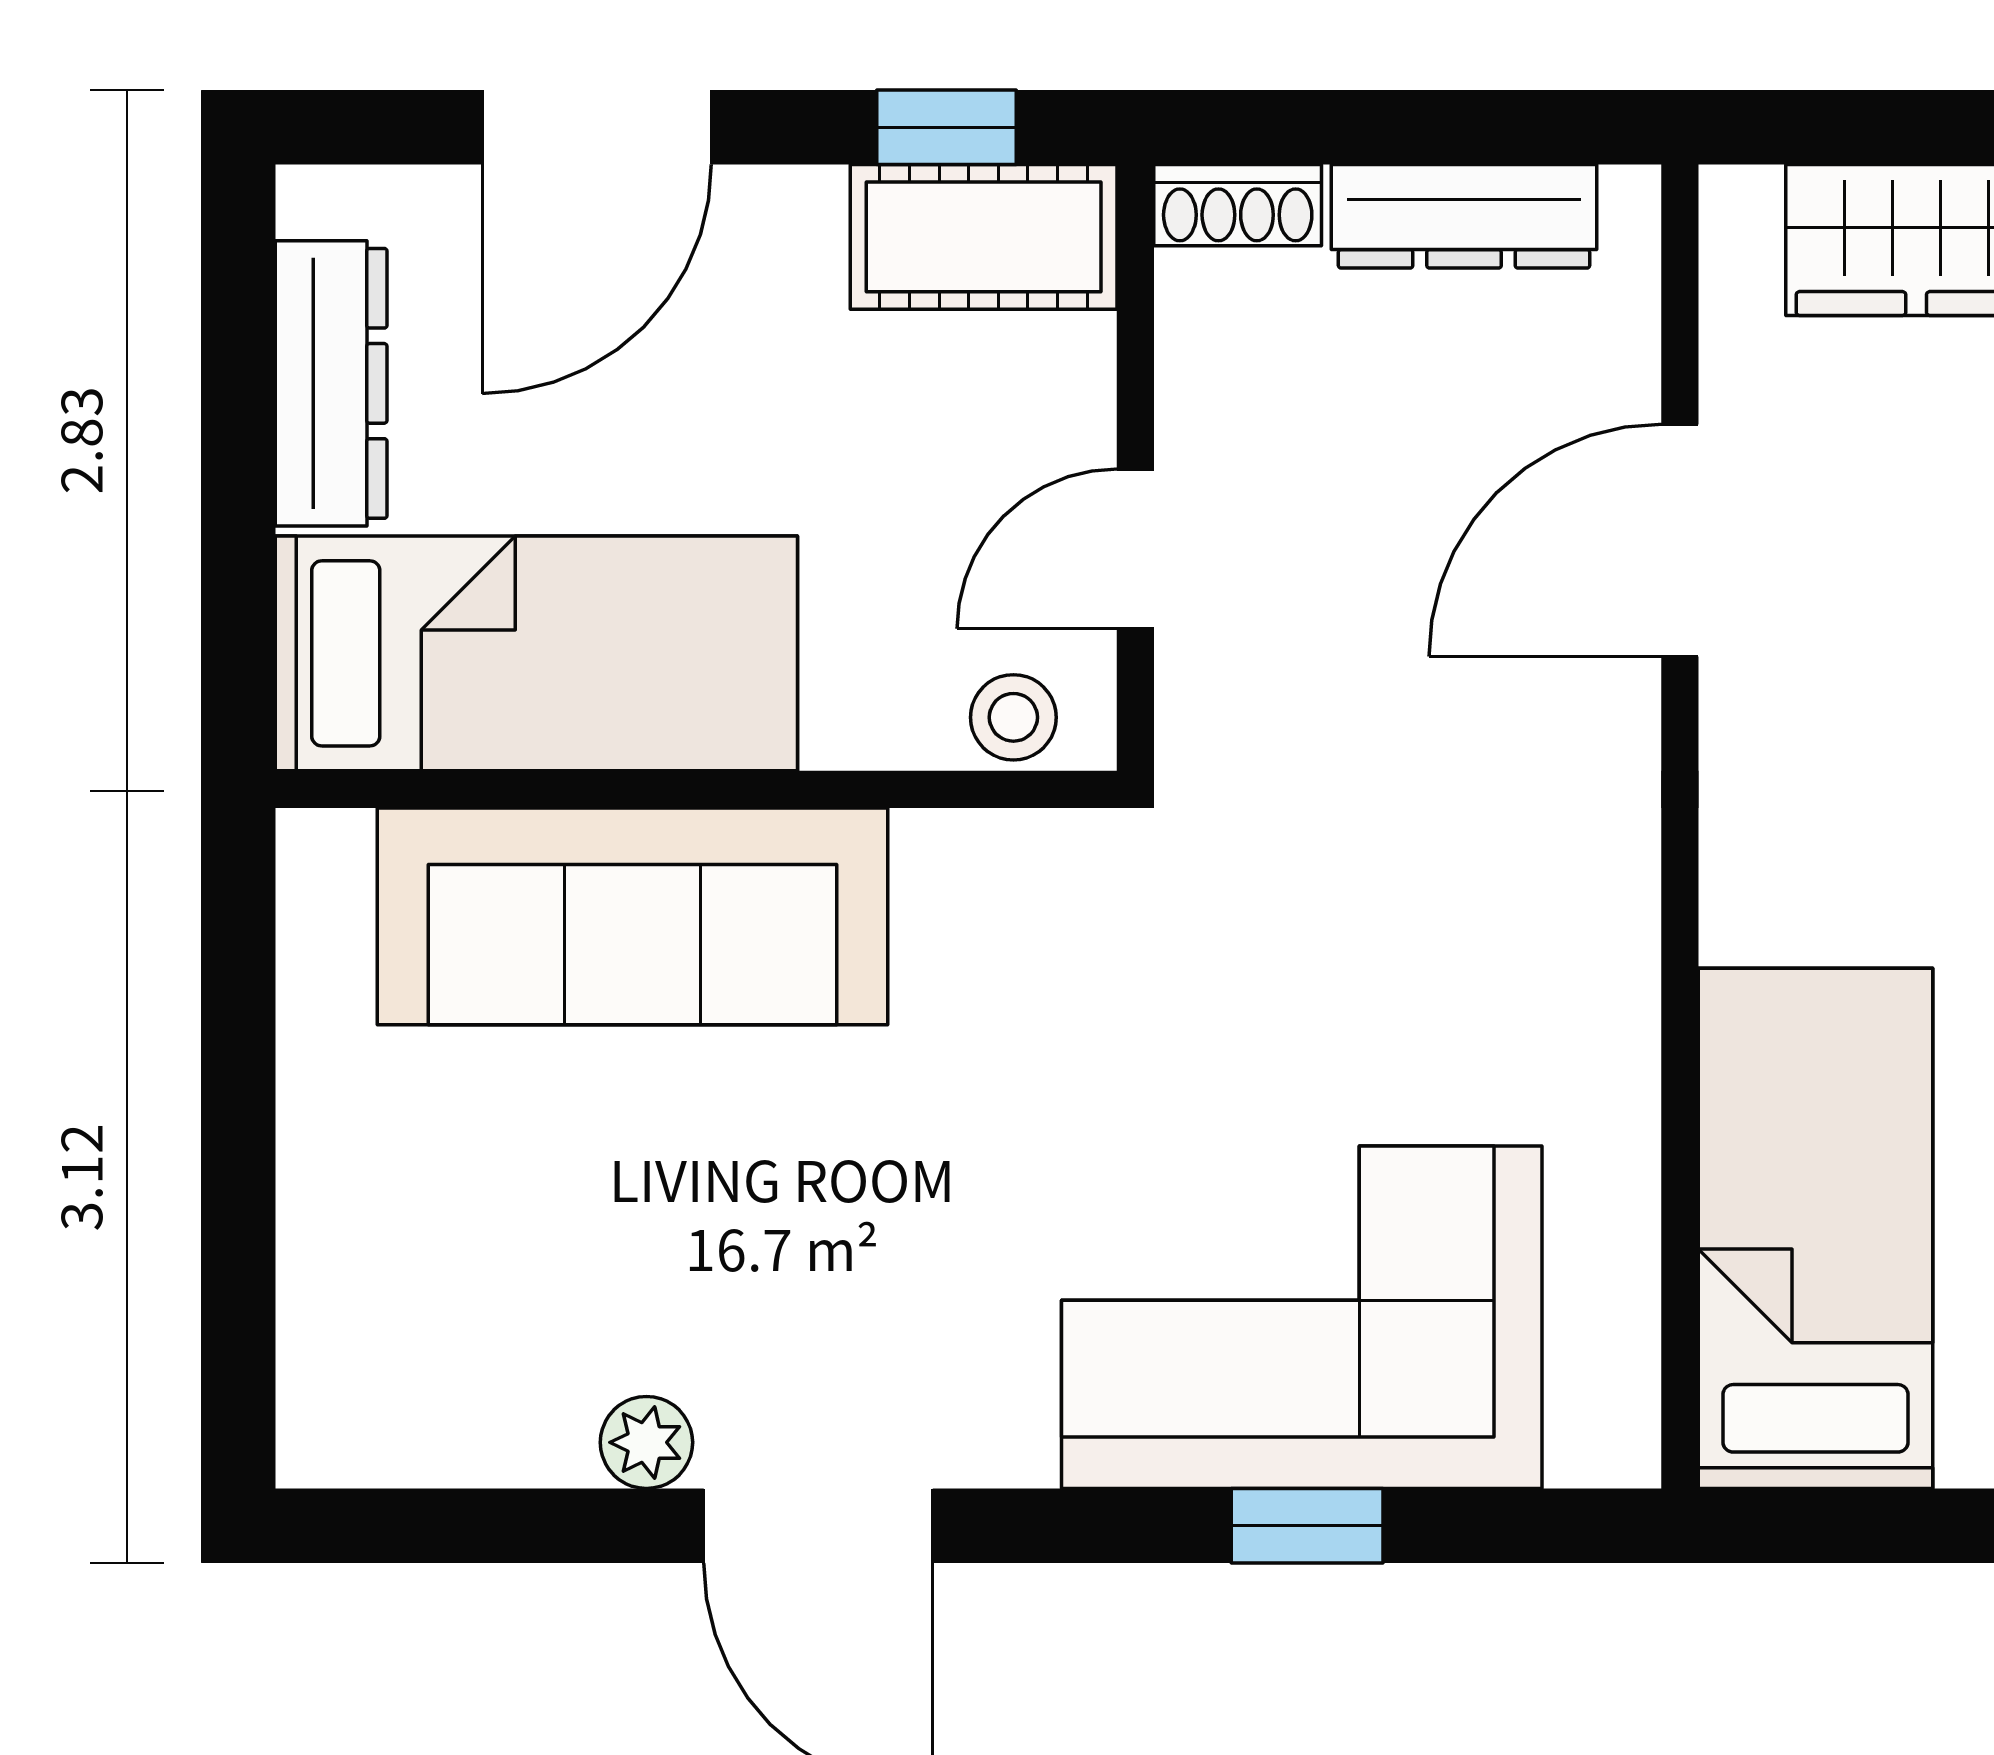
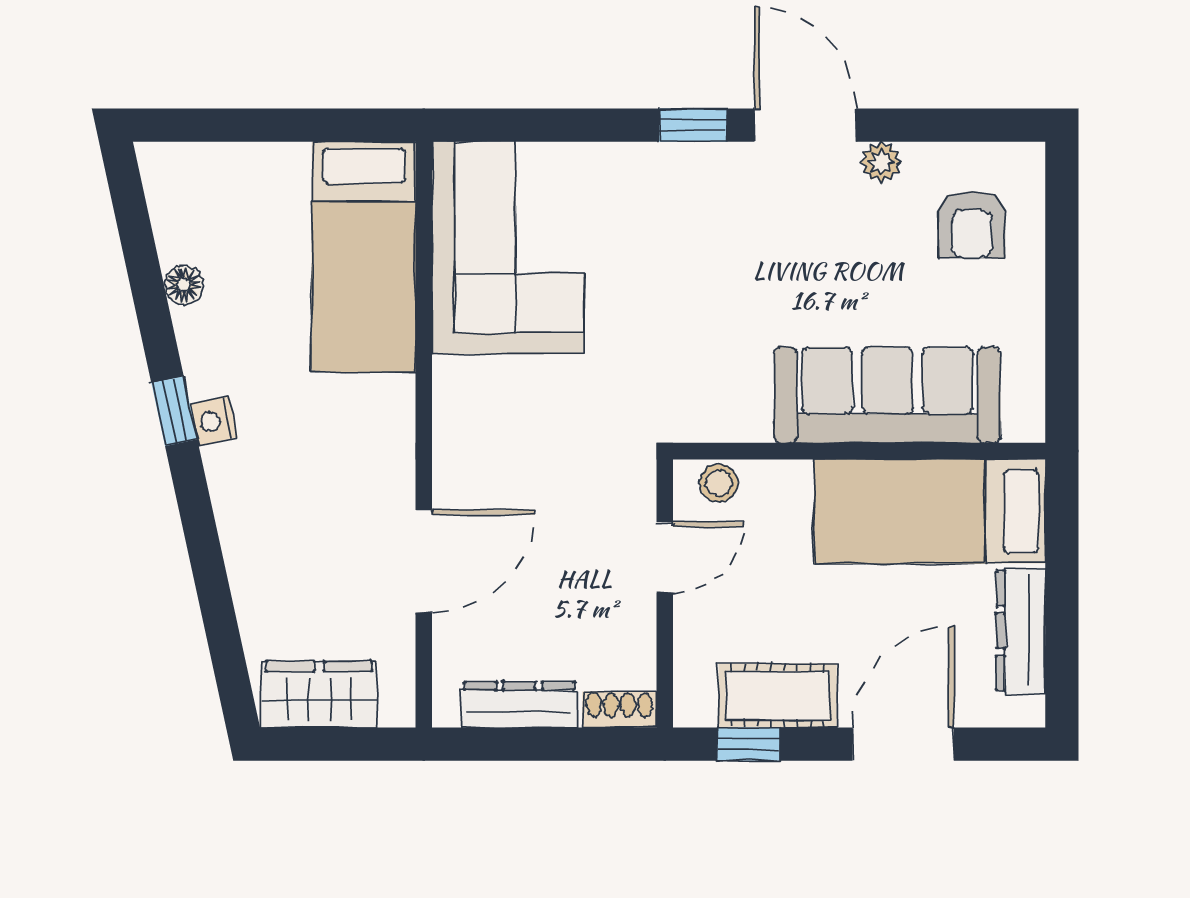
cot: (984, 237) -> (778, 696), moved
armchair: (442, 1301) -> (972, 224), added
corner sofa: (1302, 1317) -> (508, 248), moved, turned -90
window: (1307, 1526) -> (693, 125), moved

